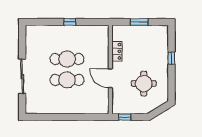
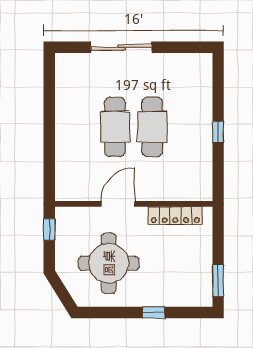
window: (139, 22) -> (218, 281), moved
locker: (117, 51) -> (175, 216), width x1.53
round table: (144, 84) -> (109, 263), width x1.36, depth x1.36

